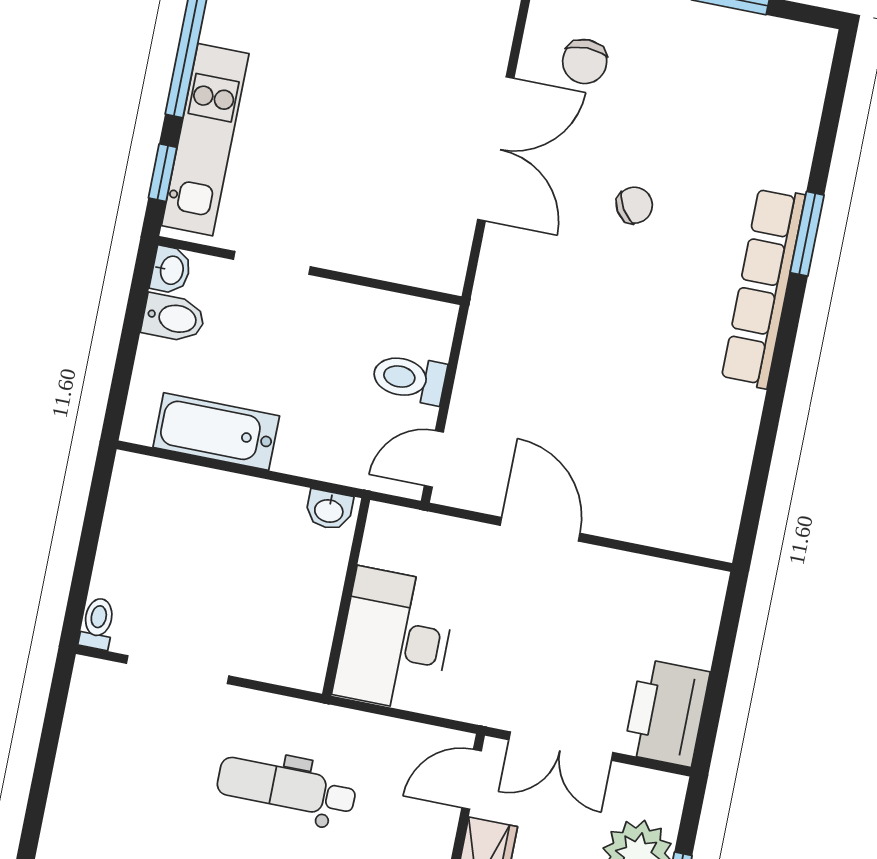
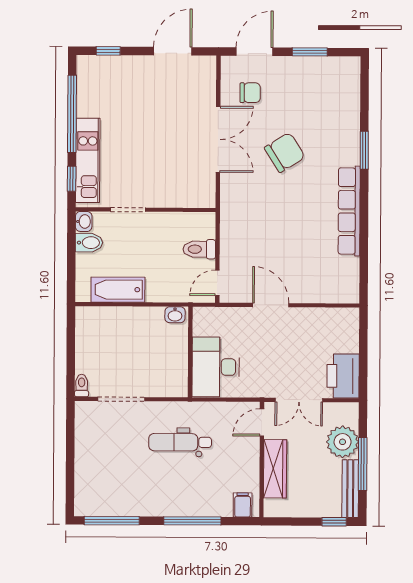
chair: (585, 62) -> (250, 93), turned -90
chair: (634, 205) -> (285, 152), width x1.87, depth x1.87
row of seats: (763, 288) -> (349, 211), moved

